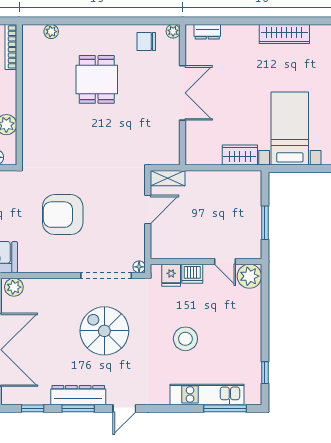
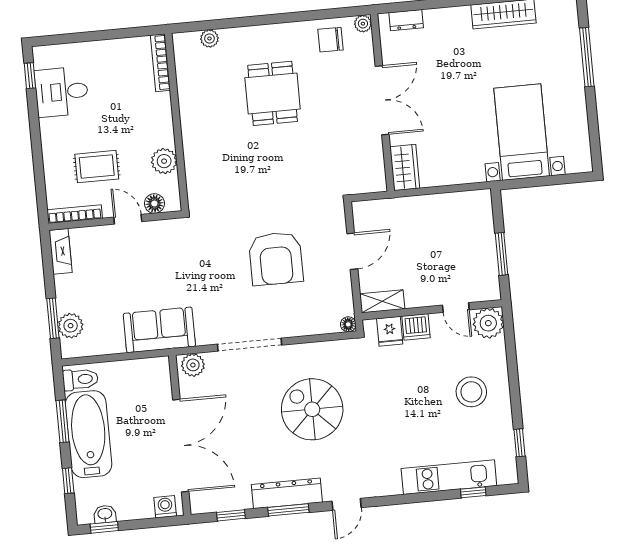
wardrobe: (240, 155) -> (405, 168), moved, turned 90
shelving: (168, 178) -> (382, 301), moved
armchair: (63, 215) -> (276, 259), moved, turned -90
doorway: (106, 275) -> (249, 345), moved
stool: (185, 339) -> (471, 392), moved
window: (225, 408) -> (473, 492), width x0.46

